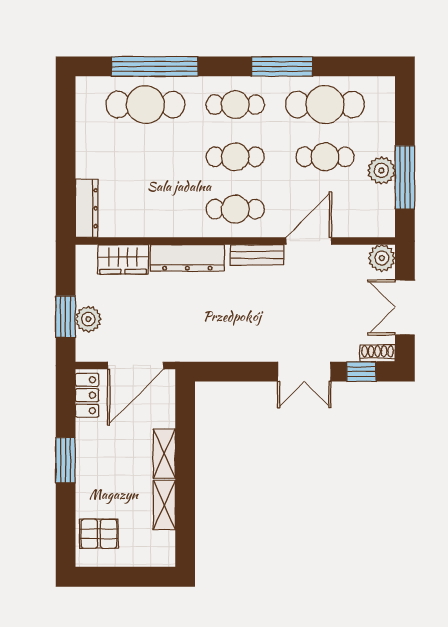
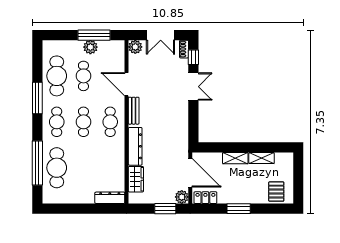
plant: (88, 319) -> (182, 197), moved

